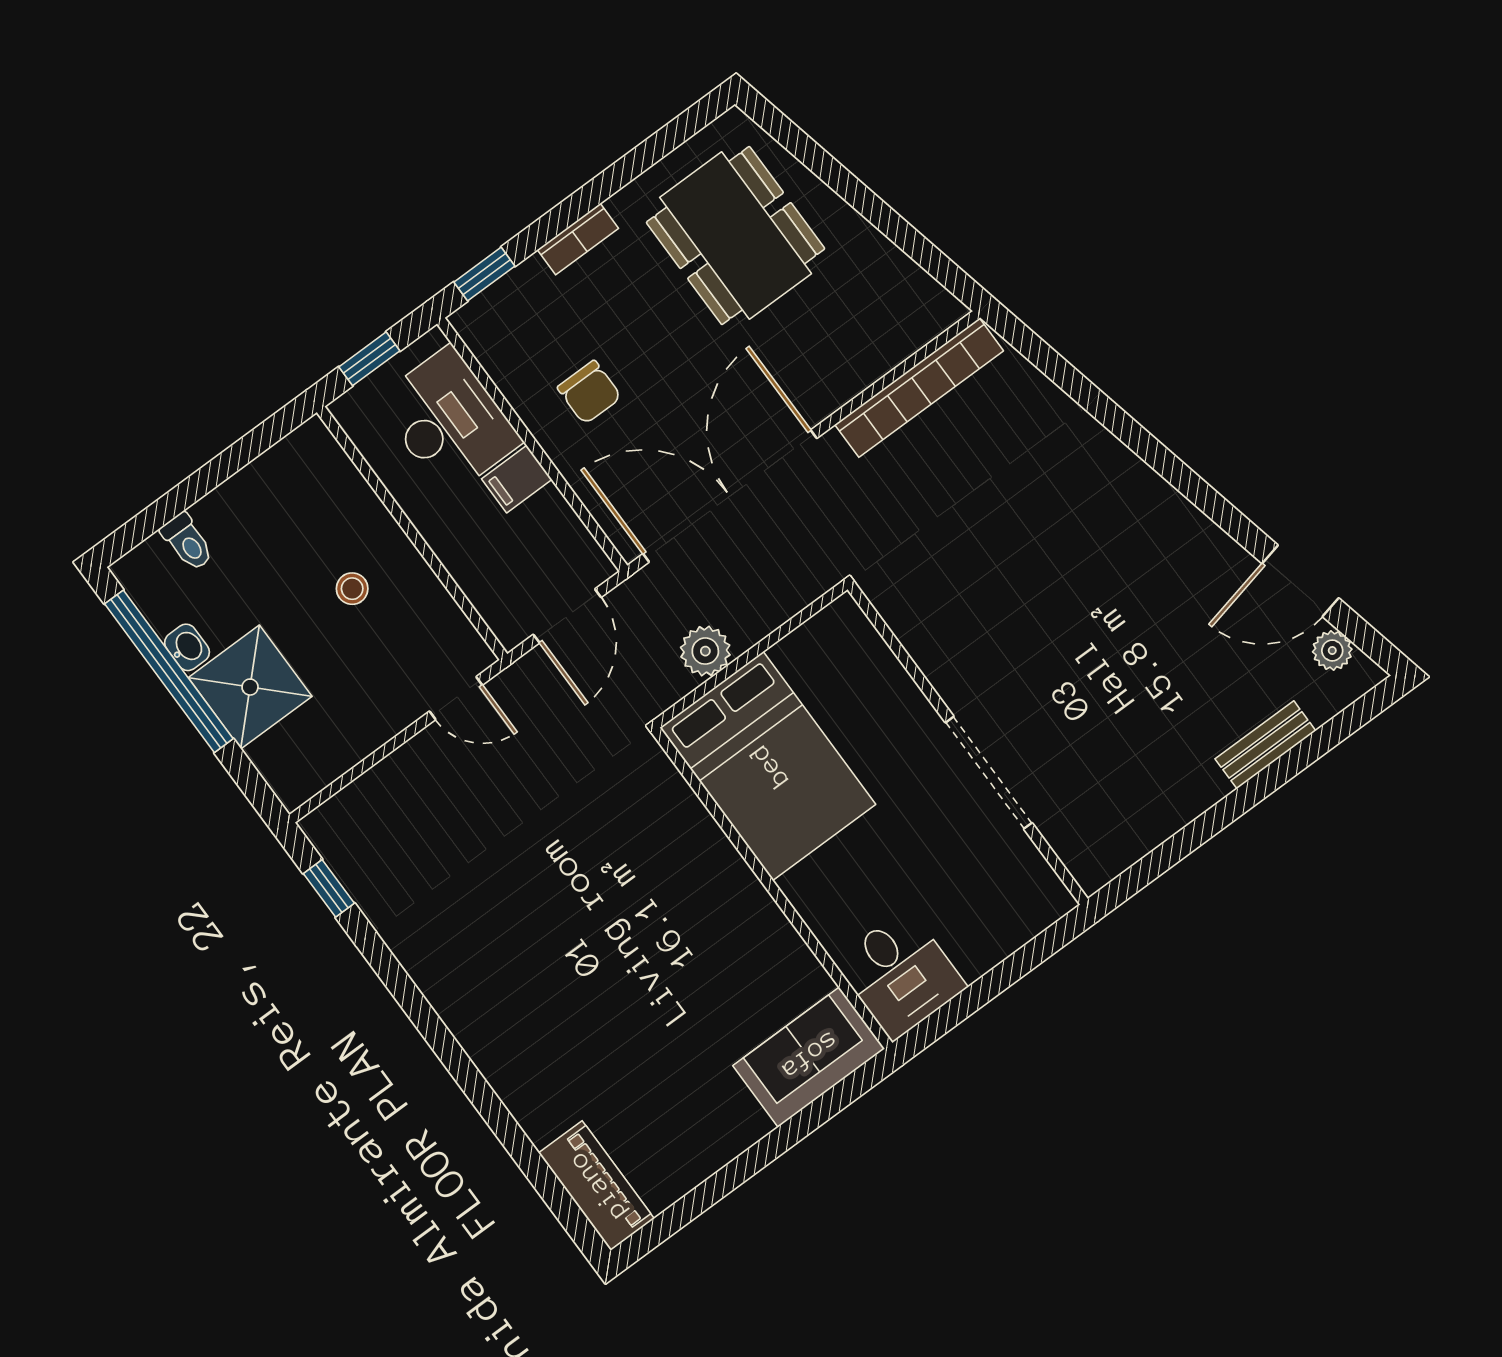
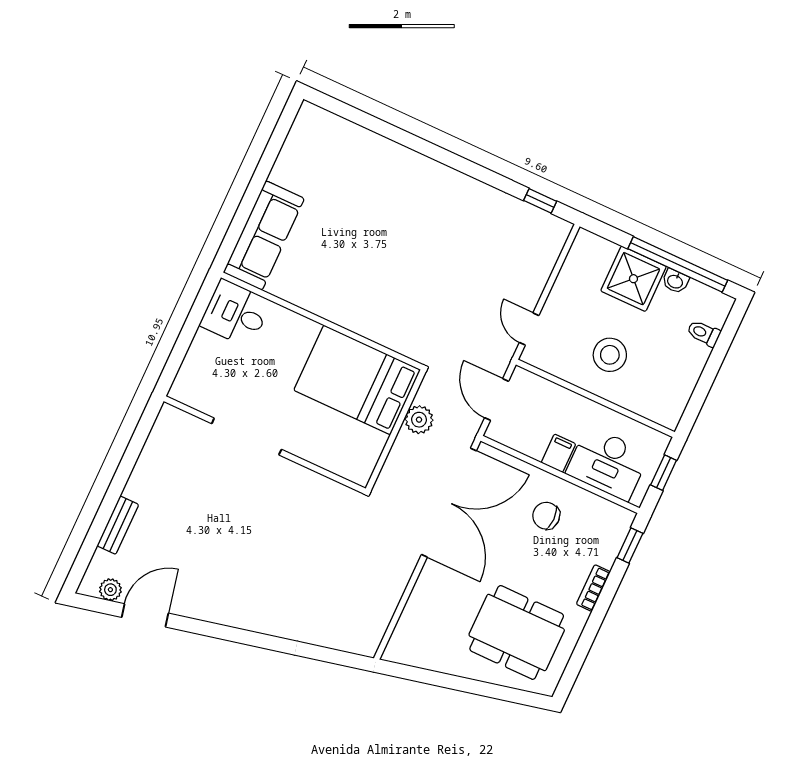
bookcase: (919, 388) -> (385, 607), removed
stool: (352, 589) -> (610, 355), width x1.89, depth x1.89
door: (456, 698) -> (529, 329), hinge flipped
sofa: (809, 1057) -> (264, 235), width x1.36
piano: (596, 1186) -> (328, 127), removed

